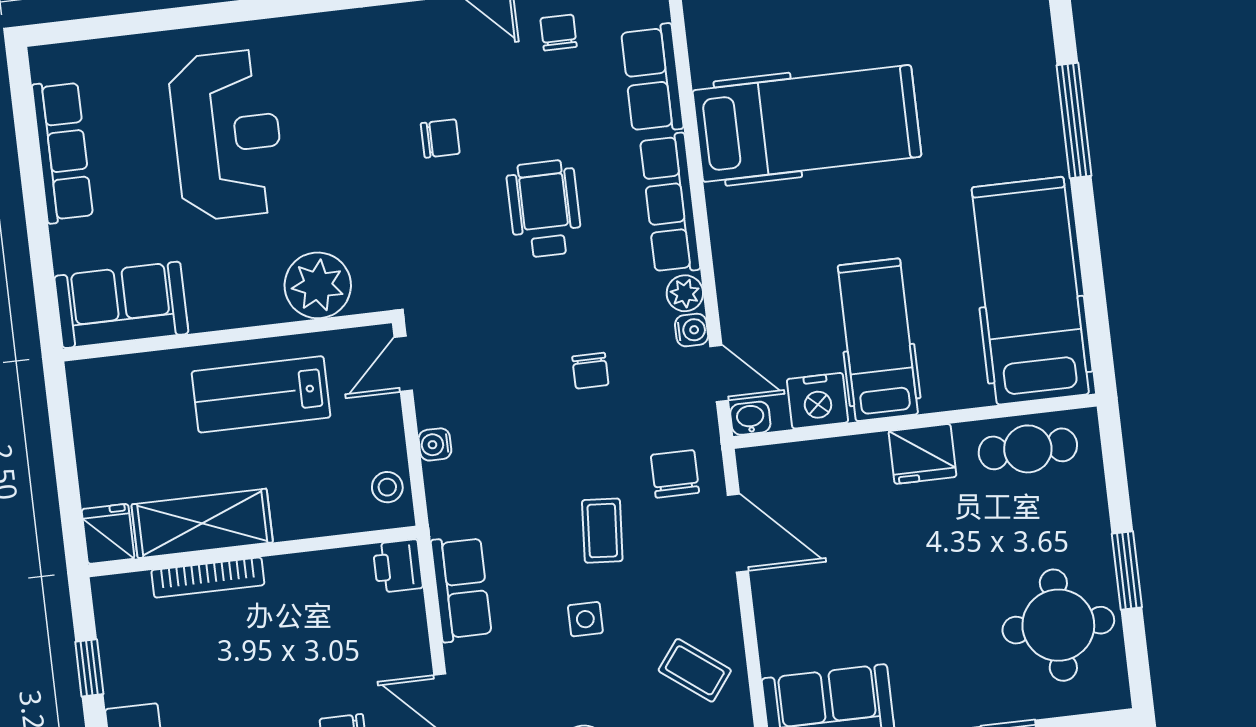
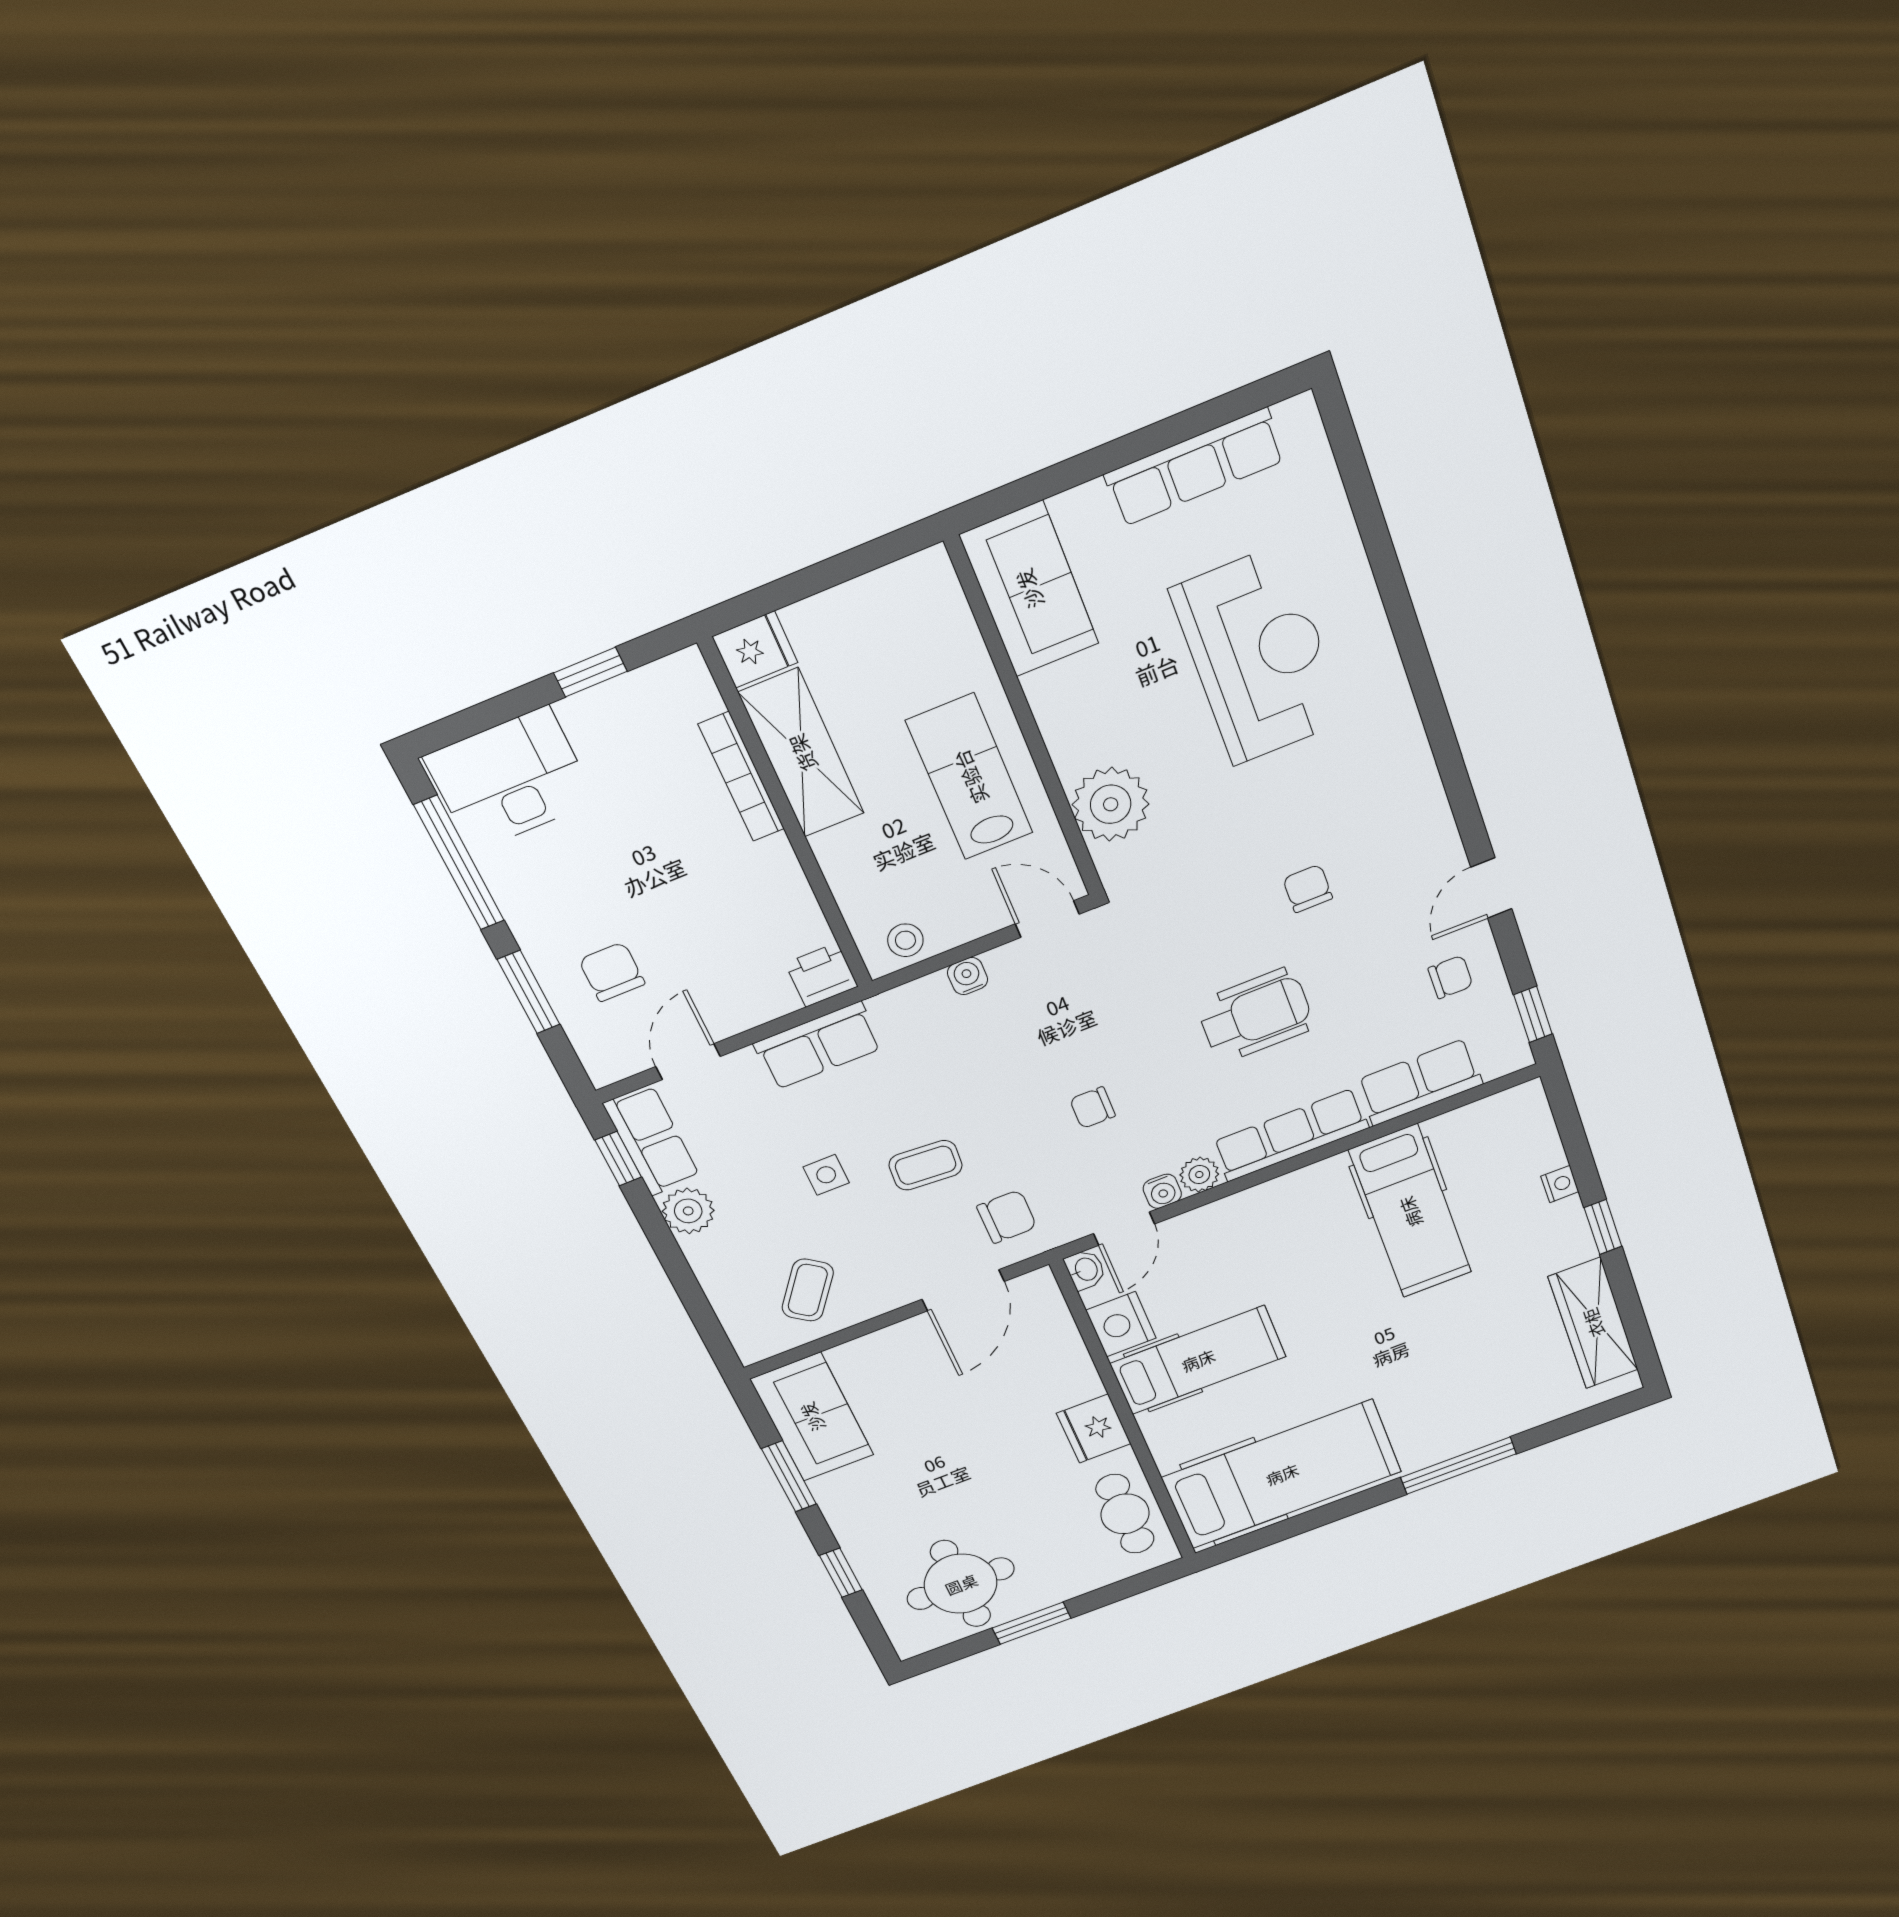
hospital bed: (807, 123) -> (1410, 1212), width x0.73, depth x0.78
reception desk: (227, 135) -> (1259, 656), turned -90
chair: (440, 138) -> (1308, 889), turned 180

